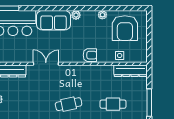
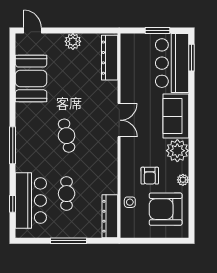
plant: (76, 15) -> (177, 151), width x1.88, depth x1.88
armchair: (90, 55) -> (150, 176), moved
double door: (46, 64) -> (119, 120), moved

